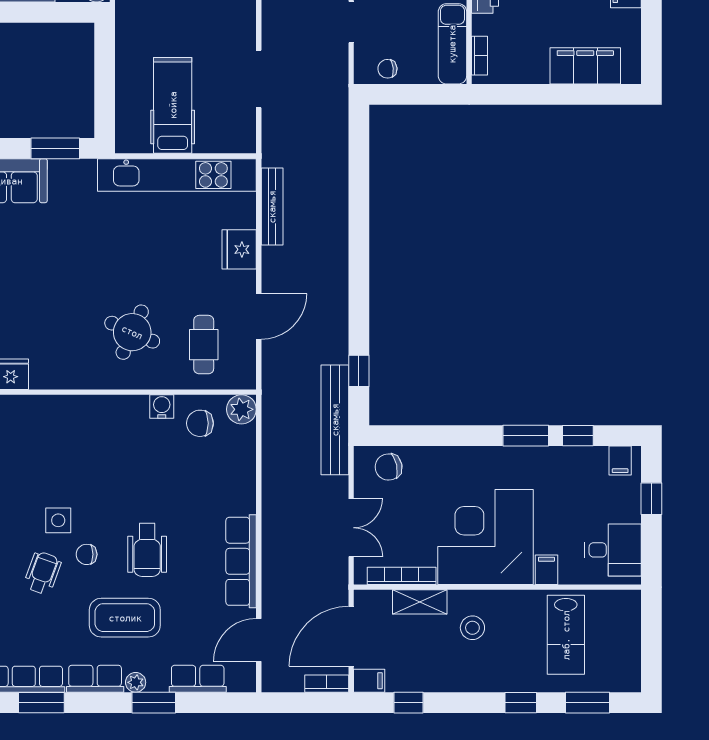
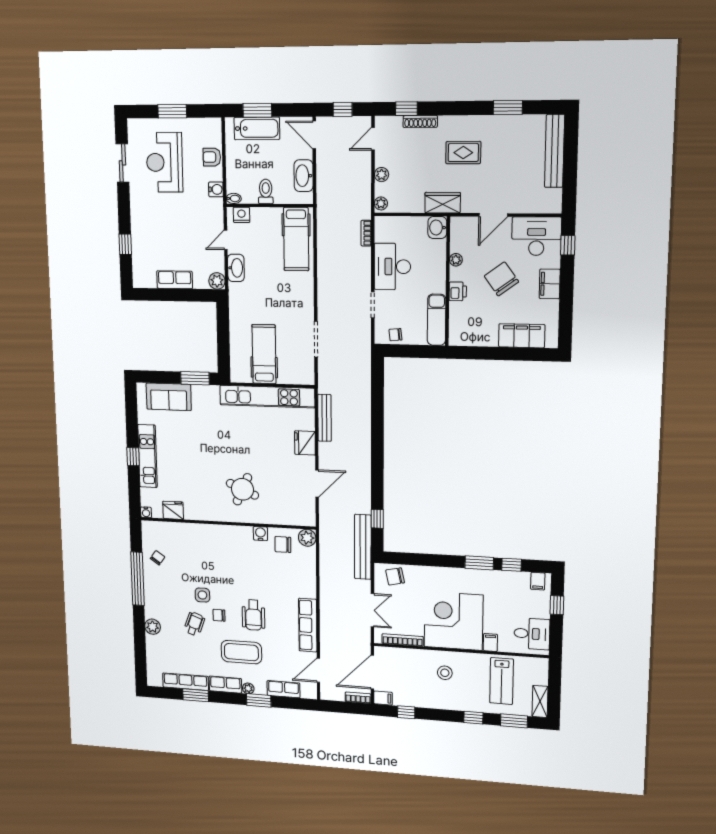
bookcase: (480, 56) -> (454, 328), removed
cafe table: (204, 345) -> (284, 499), removed
shelving: (420, 602) -> (540, 701), moved, turned 90

